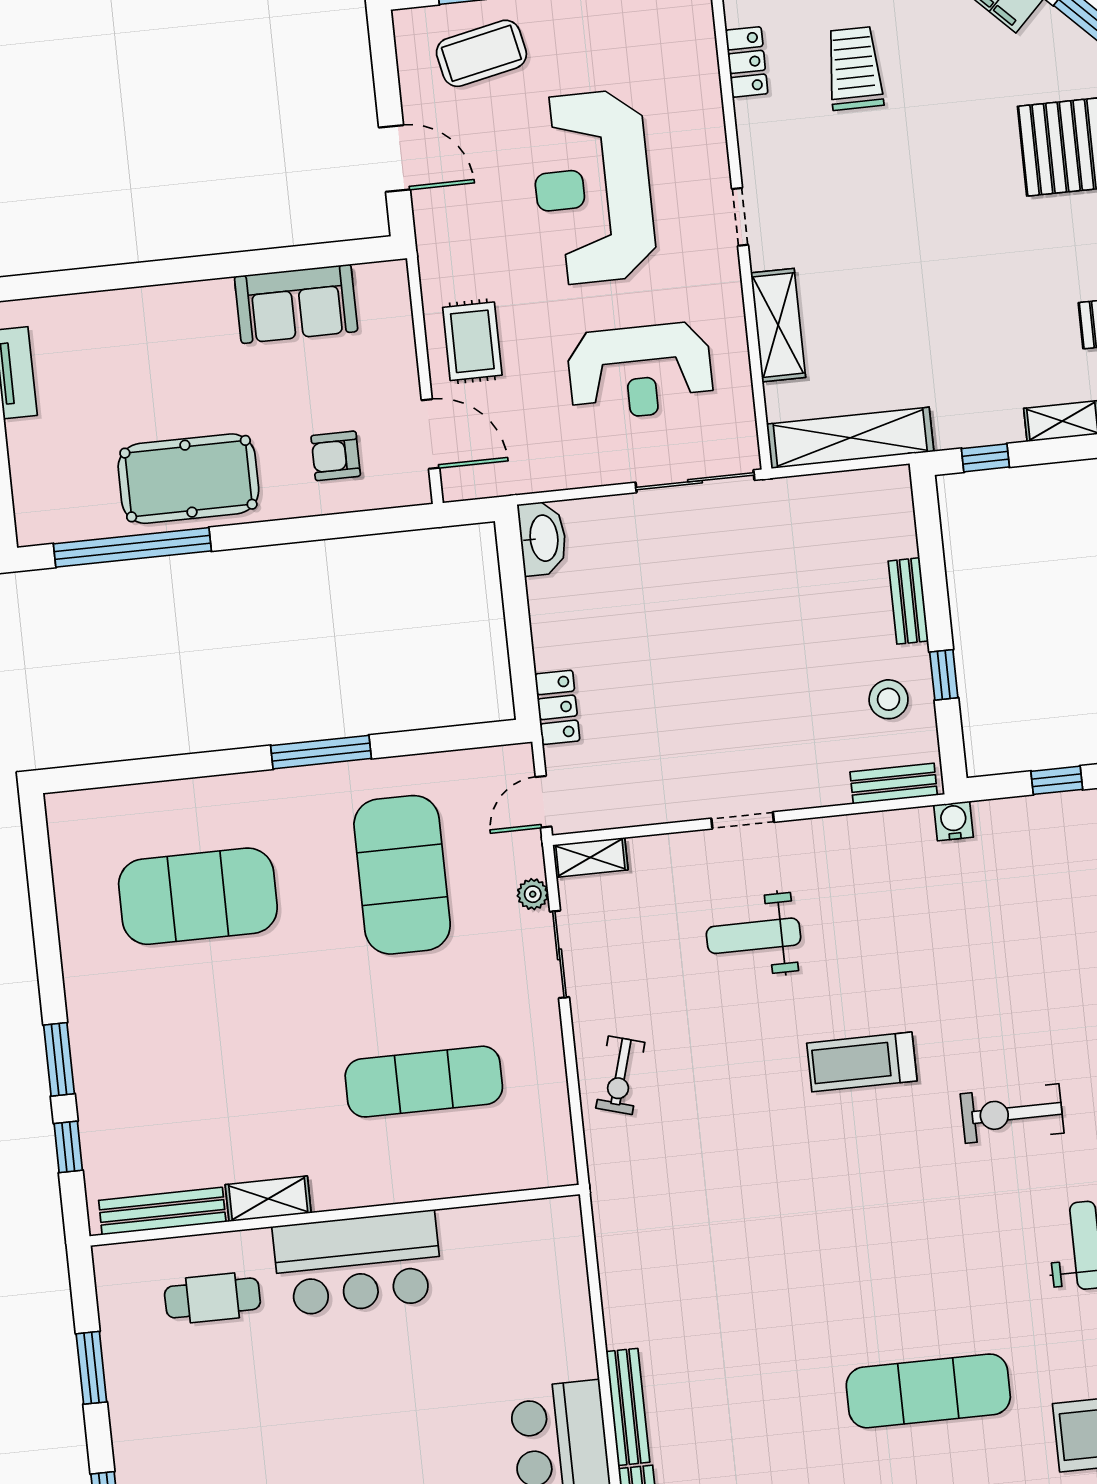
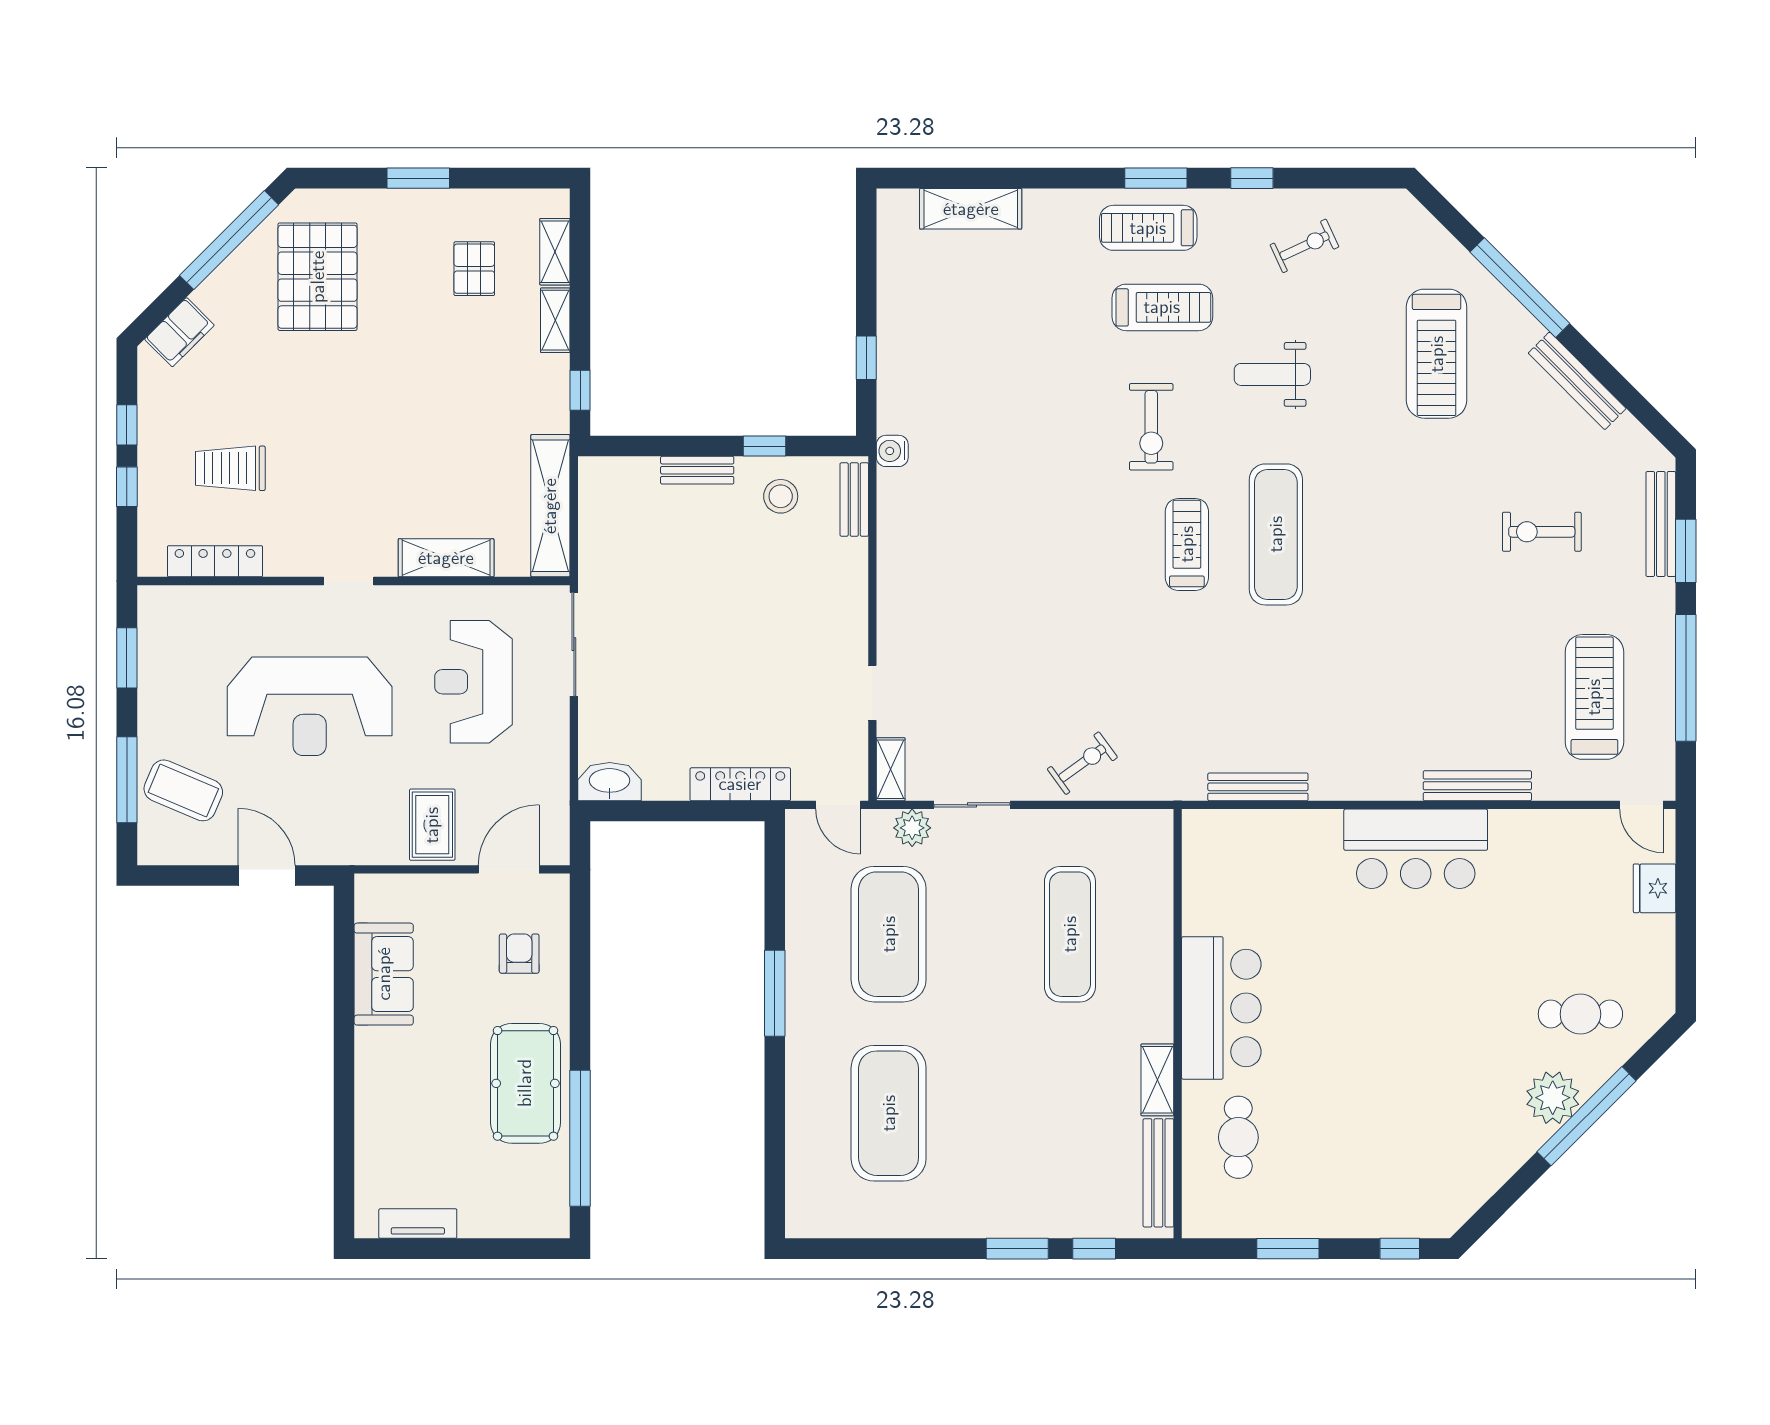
coffee table: (481, 53) -> (183, 790), turned -55
locker: (747, 62) -> (215, 561), width x1.53
door: (394, 158) -> (267, 875), hinge flipped
rug: (472, 341) -> (432, 825), turned 90
reception desk: (640, 371) -> (474, 682), turned 180
armchair: (336, 456) -> (519, 954), turned 180
locker: (557, 707) -> (740, 784), width x1.53
doorway: (743, 820) -> (872, 693), moved
exercise mat: (402, 875) -> (889, 934), turned 90
plant: (533, 894) -> (912, 828), width x1.38, depth x1.38
weight bench: (754, 936) -> (974, 635), removed
treadmill: (862, 1062) -> (1187, 544), moved, turned 180
exercise bike: (620, 1075) -> (1082, 763), turned -52
exercise mat: (928, 1391) -> (1276, 534), moved
bench: (628, 1407) -> (1258, 787), moved

